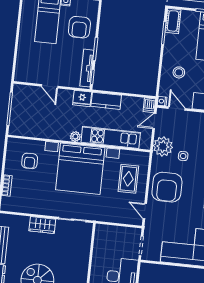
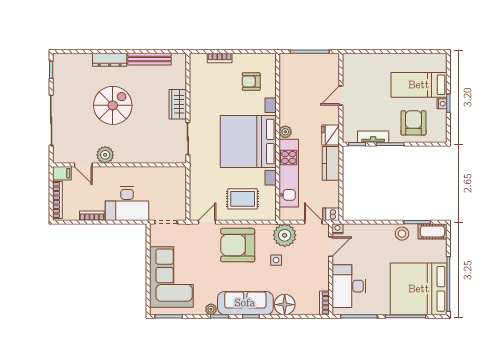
armchair: (79, 27) -> (414, 123), turned 90
tv unit: (87, 68) -> (373, 137), width x0.71
stool: (179, 72) -> (402, 234), moved

